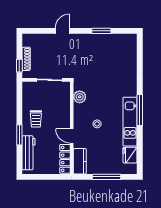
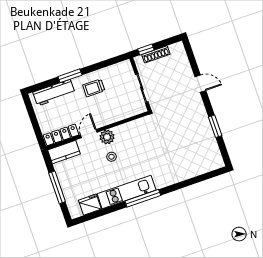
plant: (80, 97) -> (107, 137), moved

